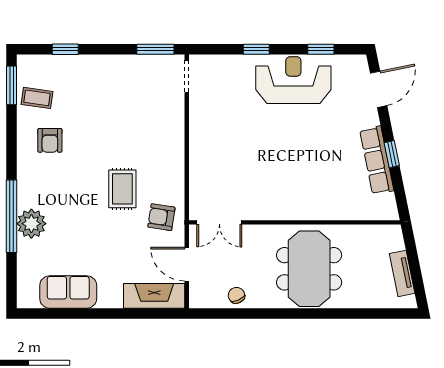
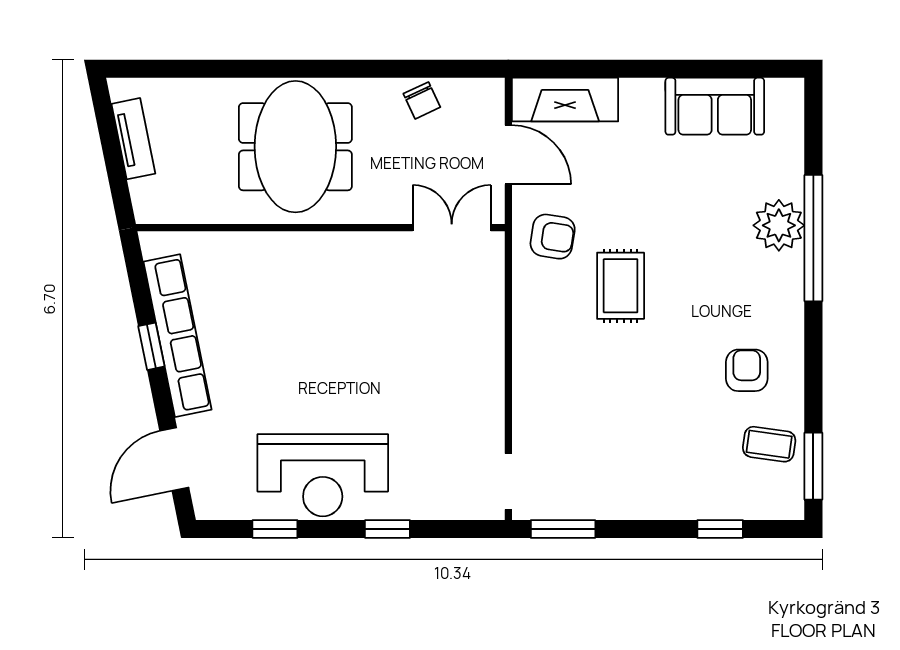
row of seats: (377, 160) -> (178, 336), width x1.36

